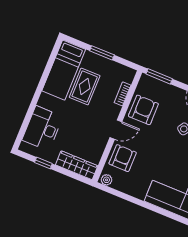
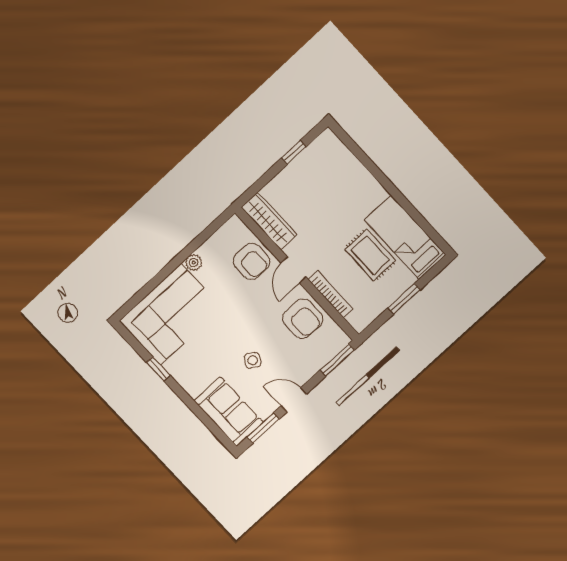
bookcase: (123, 94) -> (330, 294), width x1.56
desk: (42, 128) -> (341, 173), removed
wardrobe: (77, 165) -> (269, 221), moved, turned -90
plant: (107, 180) -> (194, 263), moved

